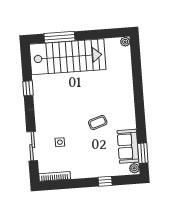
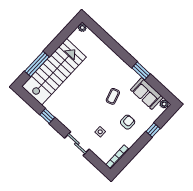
sliding door: (32, 146) -> (77, 144), moved
window: (143, 153) -> (141, 71), moved
armchair: (90, 155) -> (128, 122), added

